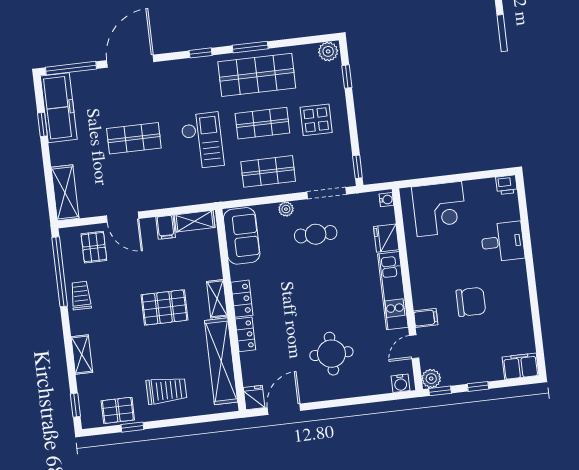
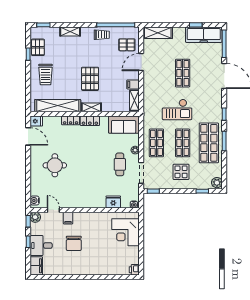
desk: (503, 242) -> (41, 246), moved, turned 90
kitchen unit: (393, 291) -> (85, 202), removed

